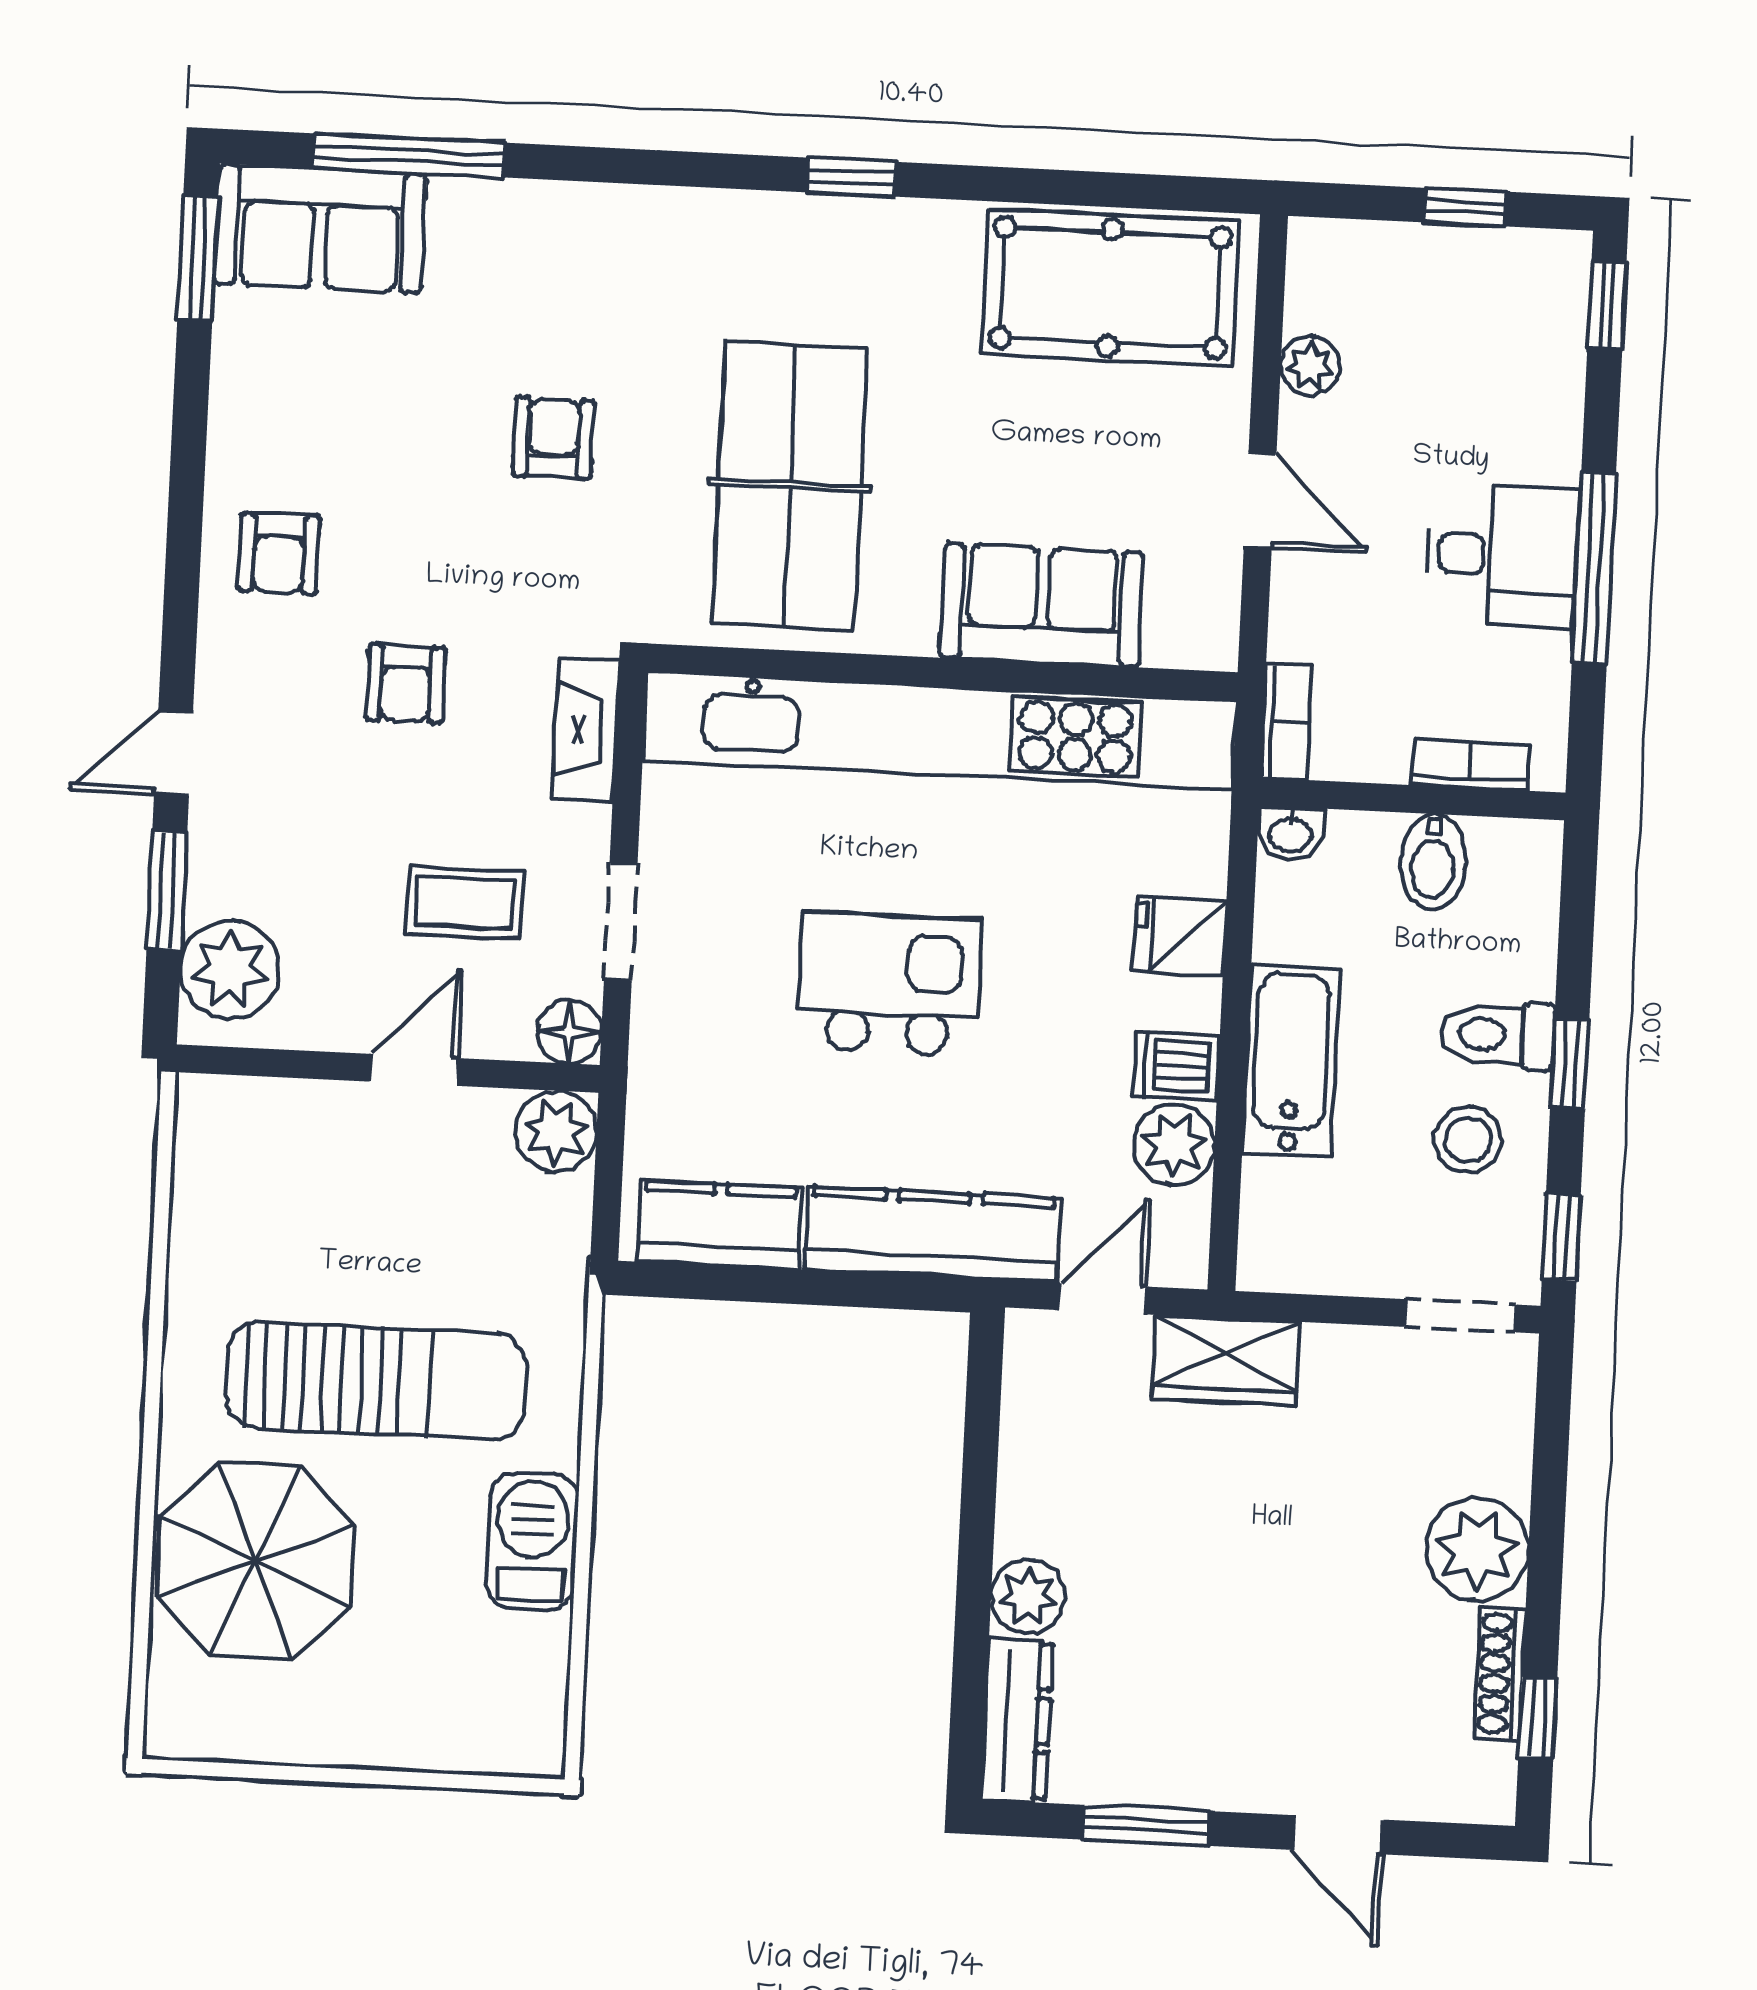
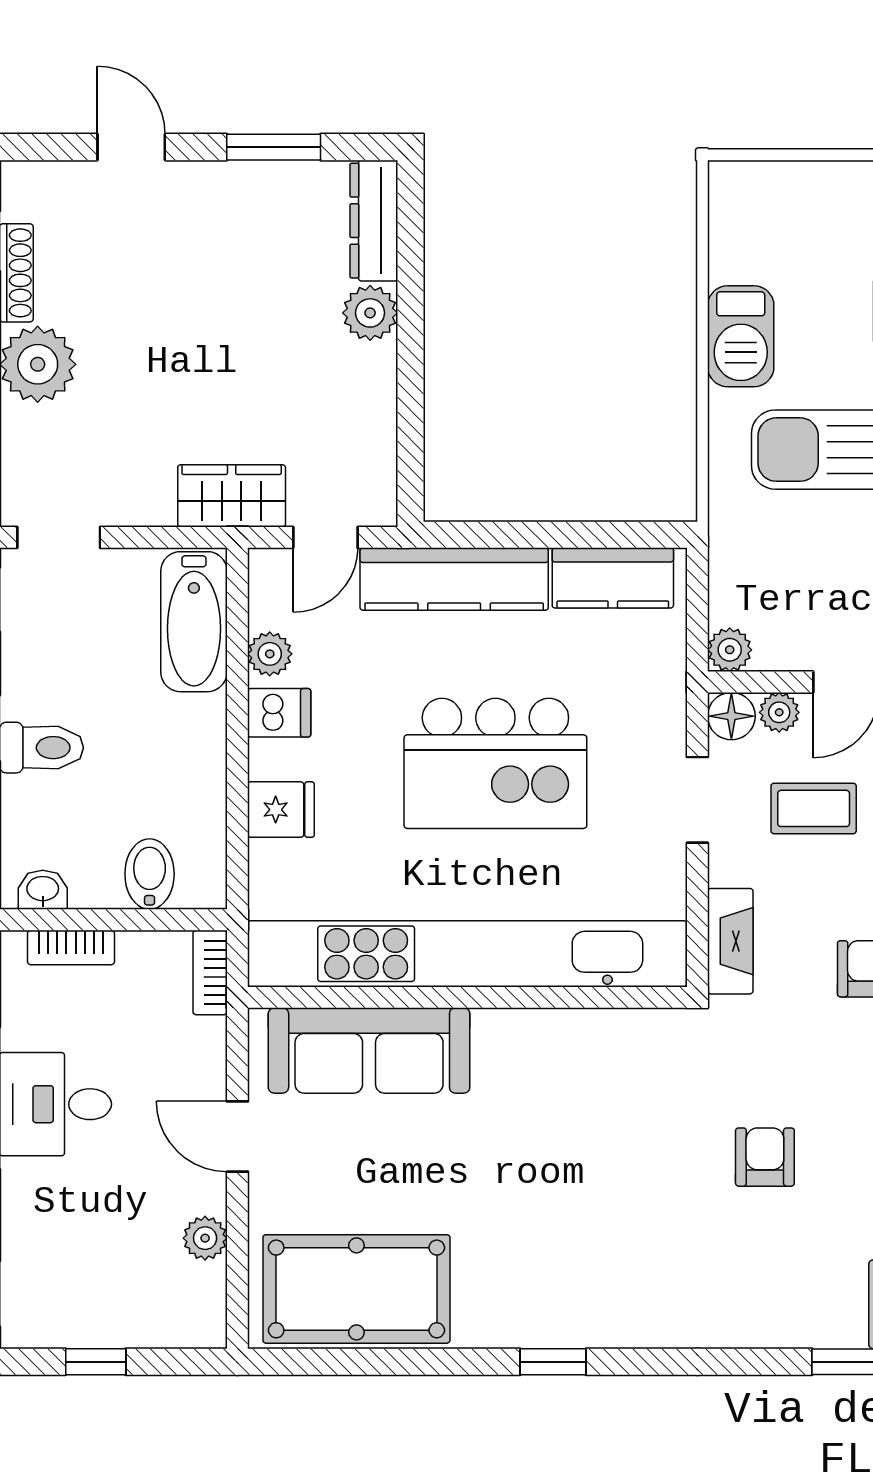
armchair: (553, 438) -> (765, 1157), turned 180
table tennis table: (790, 485) -> (587, 1130), removed
sofa: (1042, 605) -> (369, 1050), width x1.36
washbasin: (1291, 833) -> (43, 890), moved
bidet: (1433, 862) -> (150, 874), moved
kitchen island: (889, 984) -> (495, 763), width x1.37, depth x1.28
plant: (505, 1034) -> (779, 712), added
bathtub: (1291, 1061) -> (194, 622), moved
plant: (556, 1131) -> (730, 650), width x0.73, depth x0.73
stool: (1468, 1140) -> (60, 669), removed
plant: (1174, 1145) -> (270, 654), width x0.73, depth x0.73

